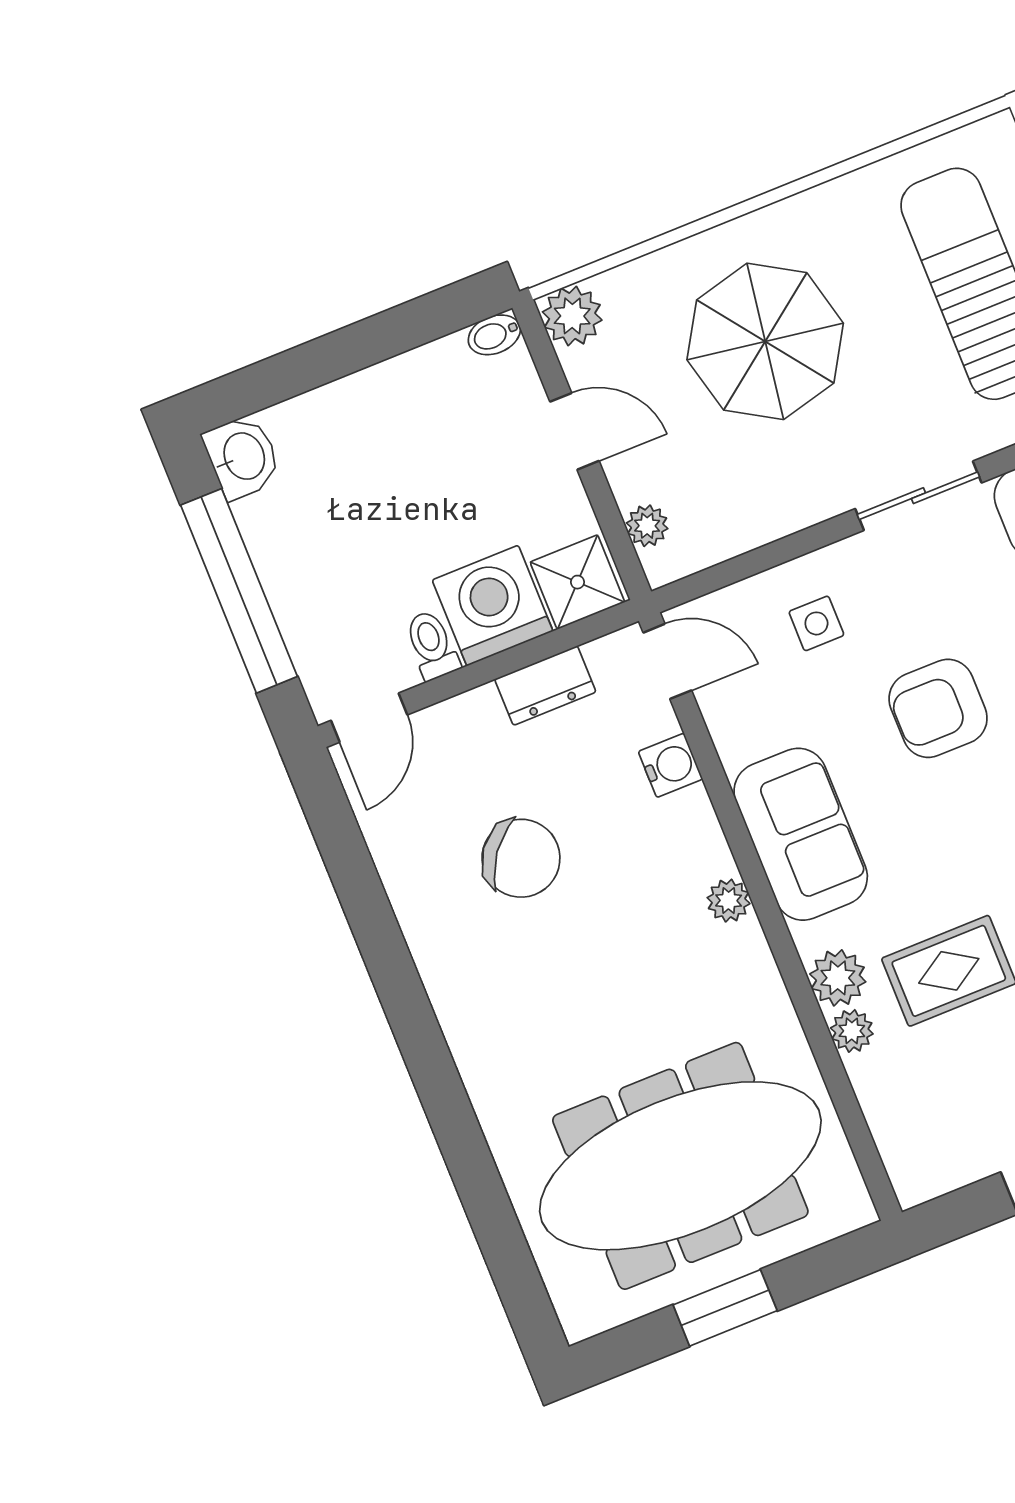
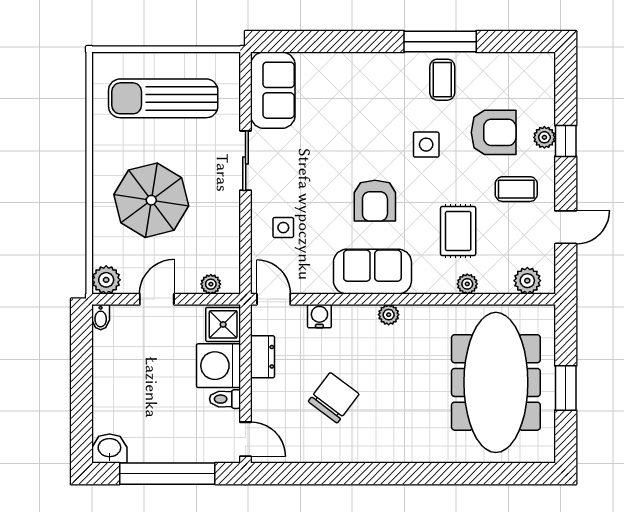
door: (667, 661) -> (274, 299), hinge flipped
armchair: (938, 708) -> (375, 201), moved
plant: (838, 978) -> (527, 281), moved

